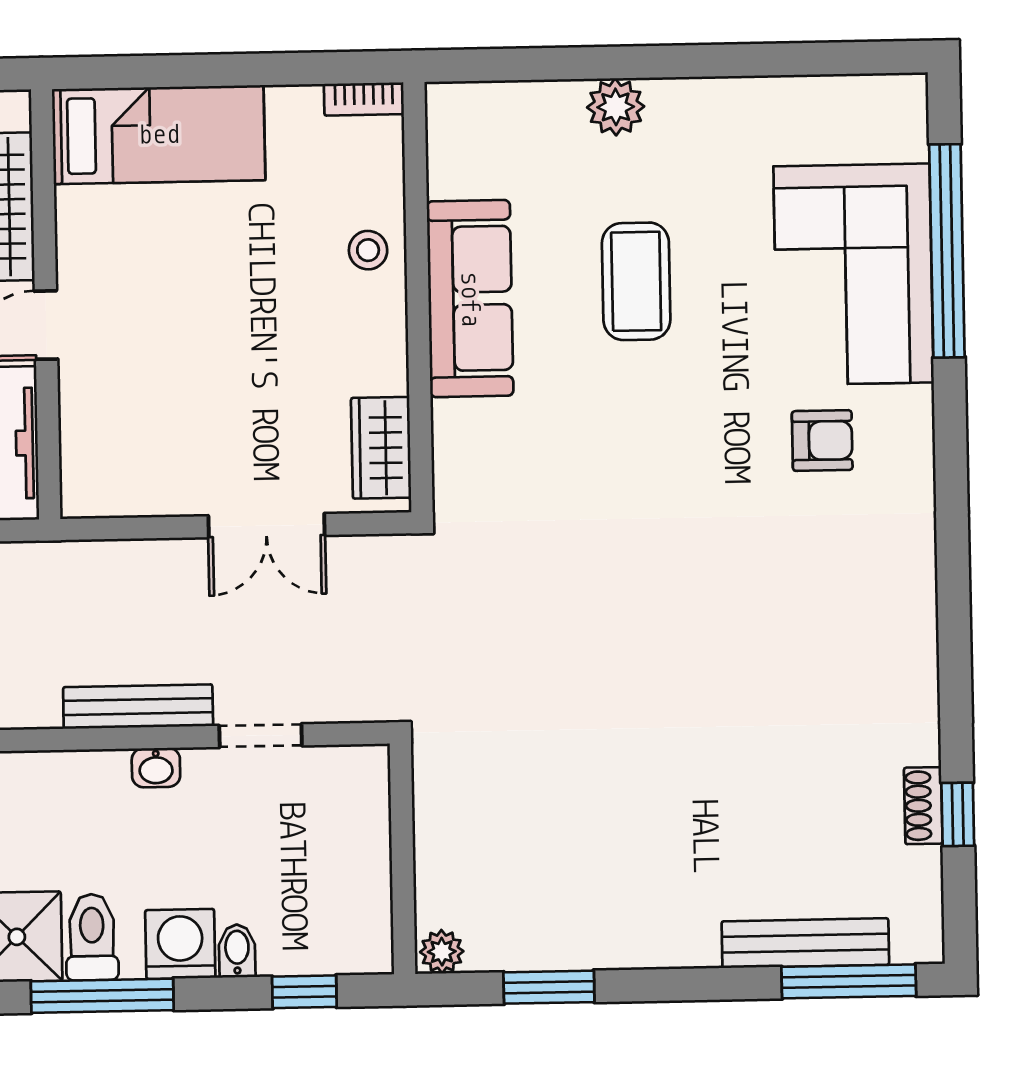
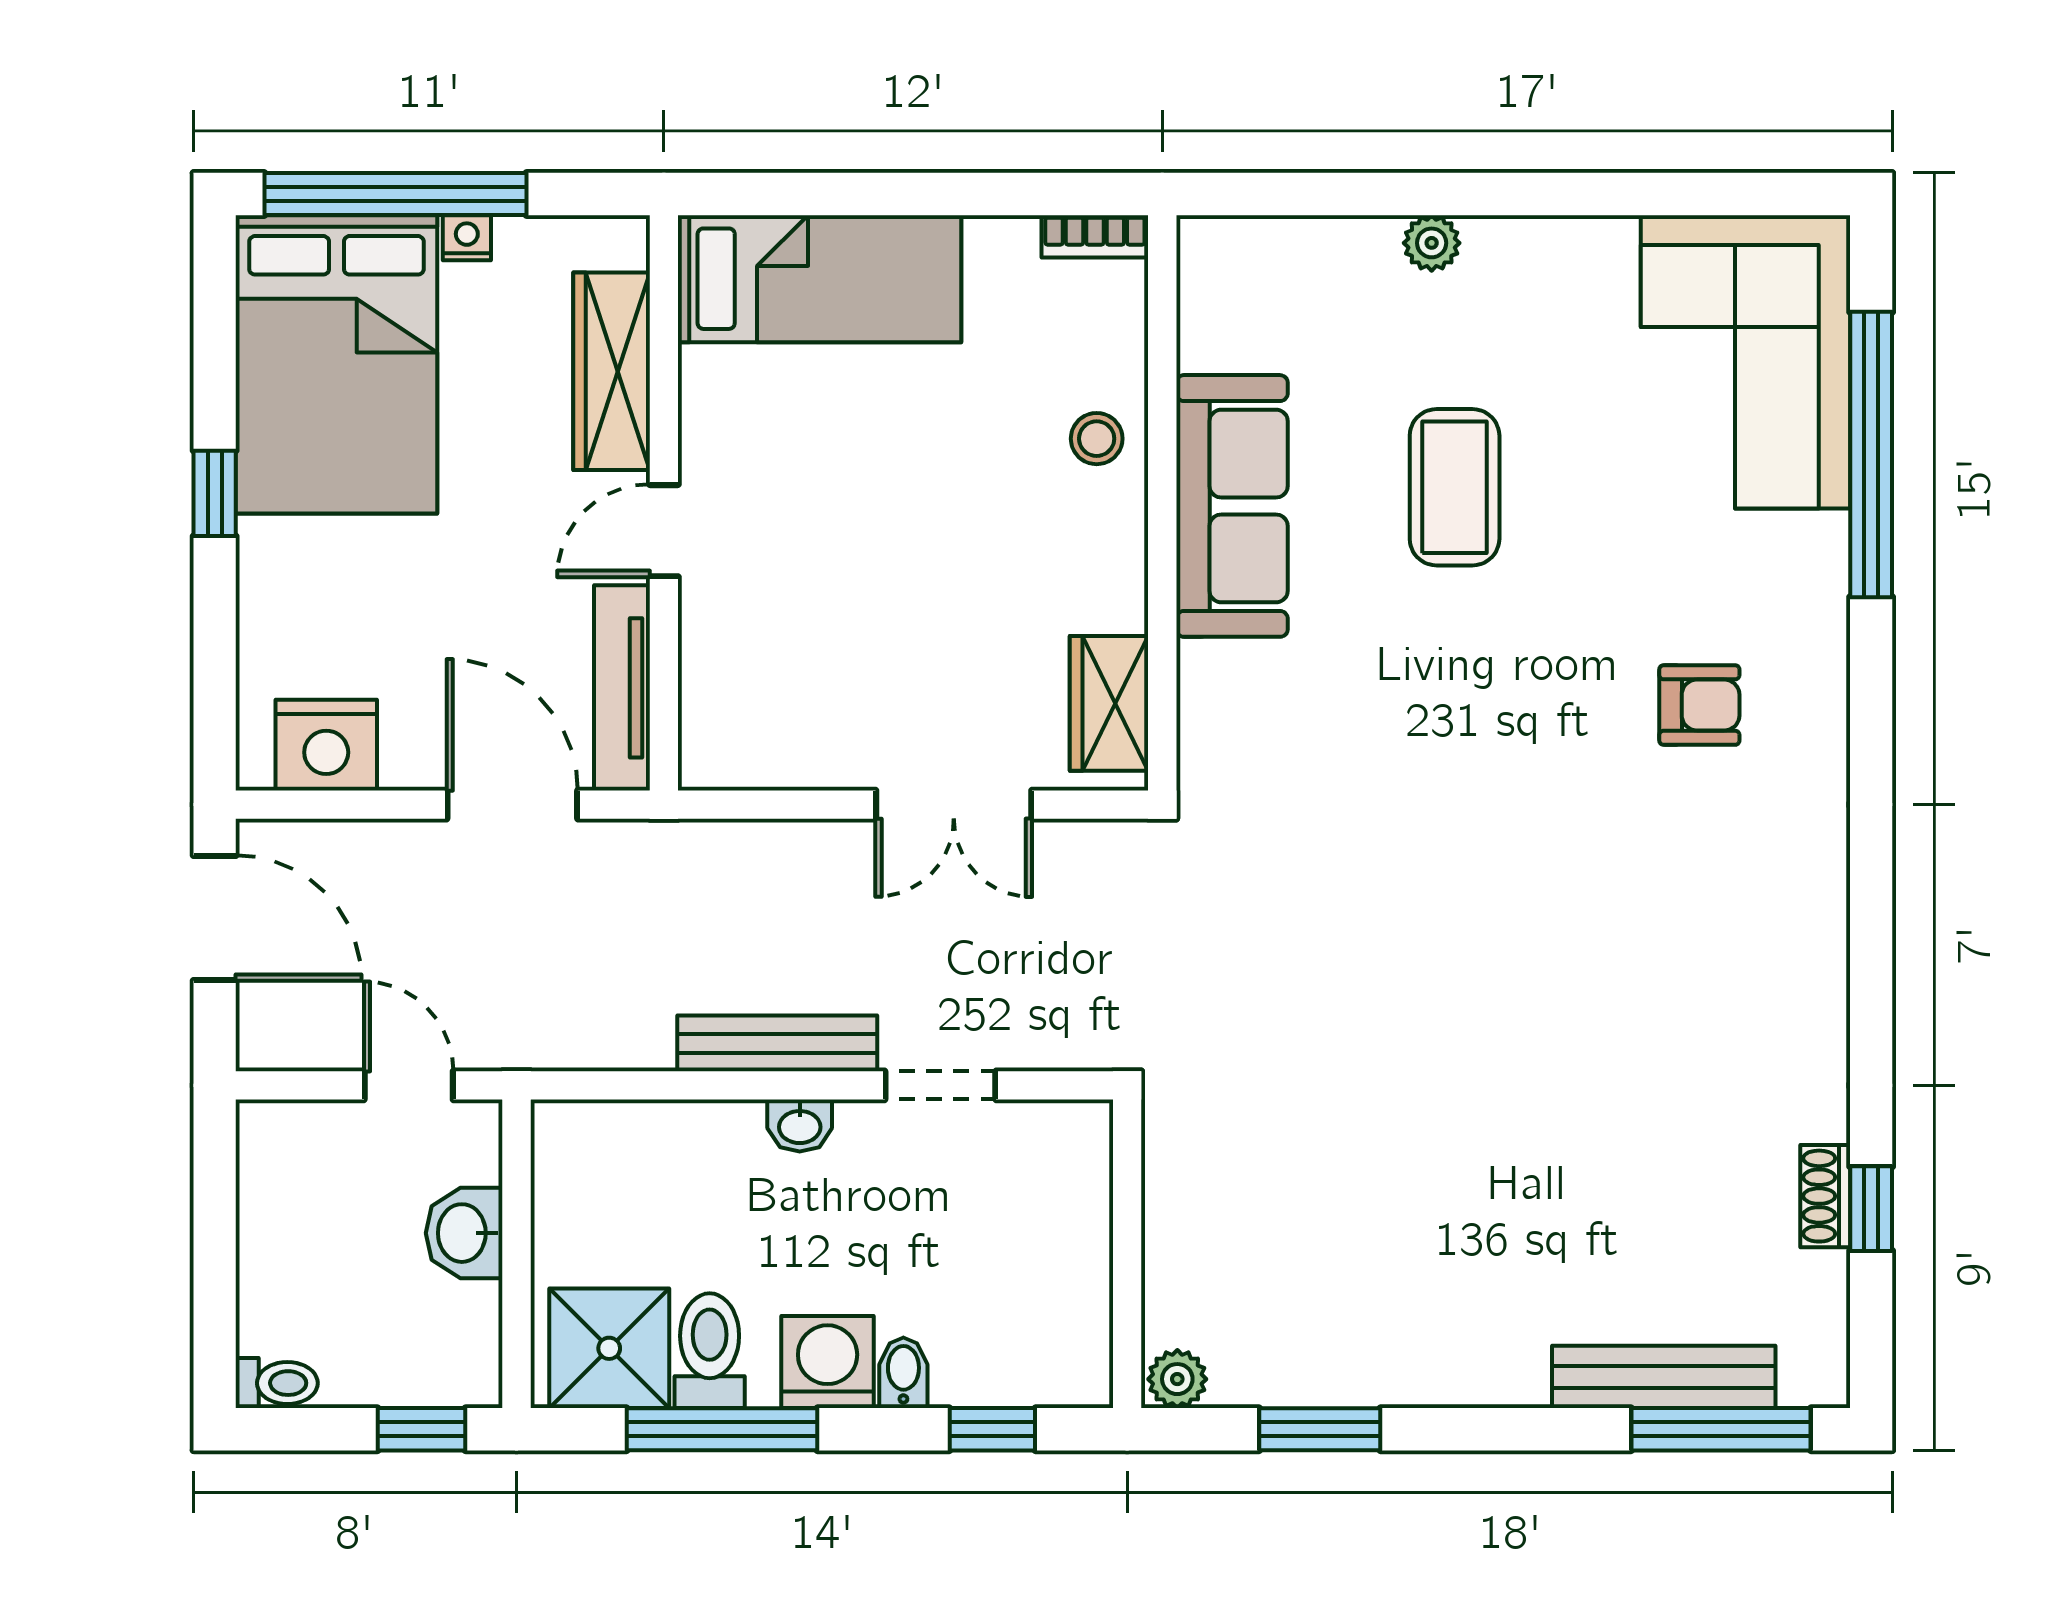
plant: (616, 107) -> (1432, 243), width x0.73, depth x0.73
corner sofa: (854, 274) -> (1746, 362), moved

